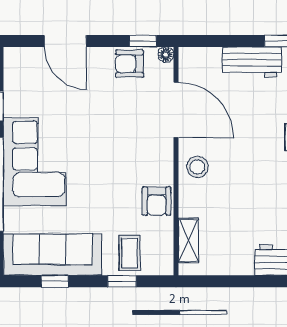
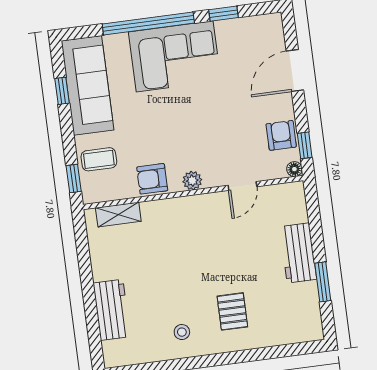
door: (176, 110) -> (242, 186), width x0.53
plant: (164, 160) -> (192, 181), added
stool: (197, 167) -> (190, 214), removed
window: (122, 281) -> (74, 179), moved

